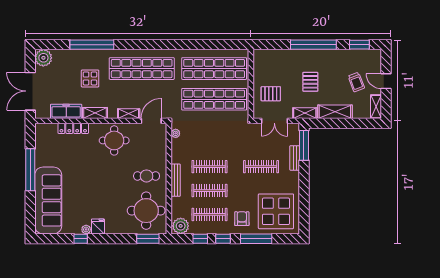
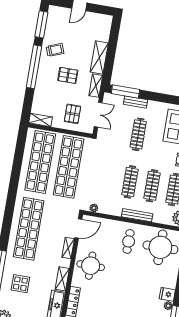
window: (359, 45) -> (41, 24), width x1.44
display table: (90, 78) -> (20, 284), moved
trolley: (356, 82) -> (55, 50), moved
shelving: (376, 107) -> (41, 120), moved
door: (151, 121) -> (78, 228), swing flipped

